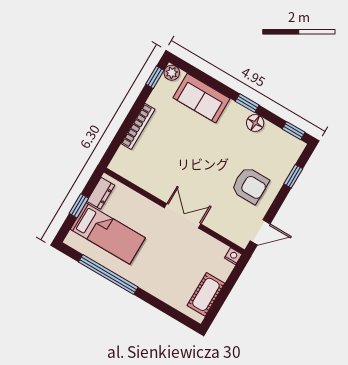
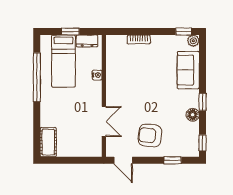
bookcase: (138, 126) -> (139, 39), width x0.64
armchair: (250, 185) -> (150, 136), turned 96
double door: (183, 216) -> (104, 121), moved
nightstand: (233, 256) -> (97, 75), moved
cot: (206, 294) -> (48, 142), moved, turned 90

